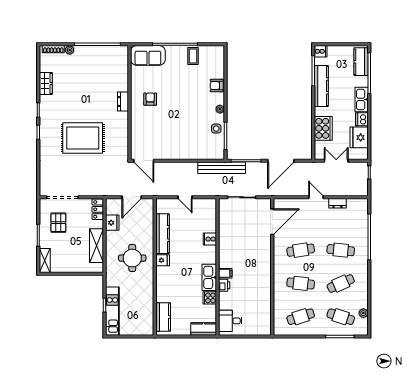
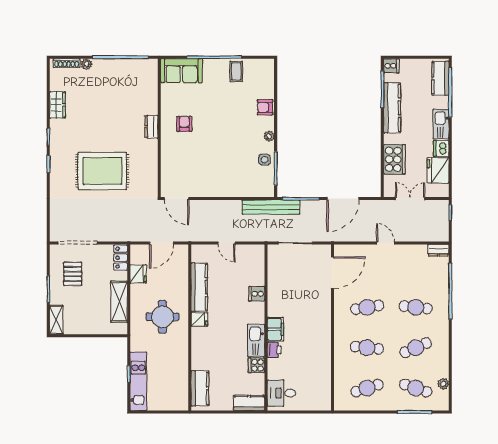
dresser: (337, 203) -> (438, 250), moved
filing cabinet: (225, 273) -> (275, 329), width x2.00

